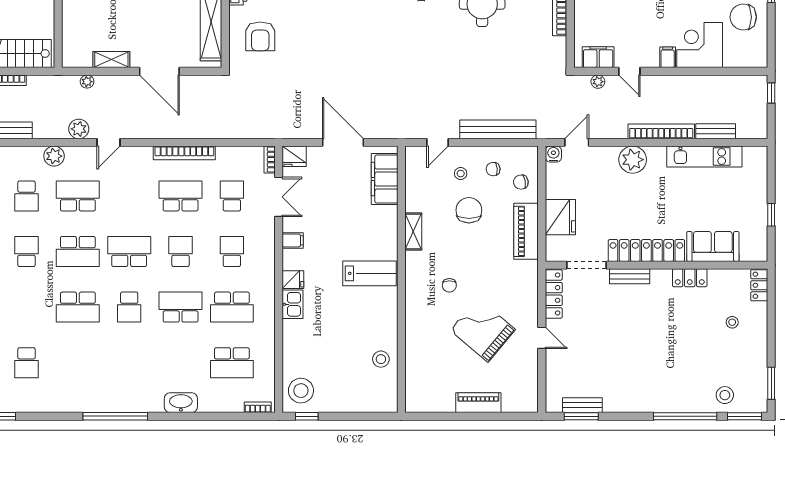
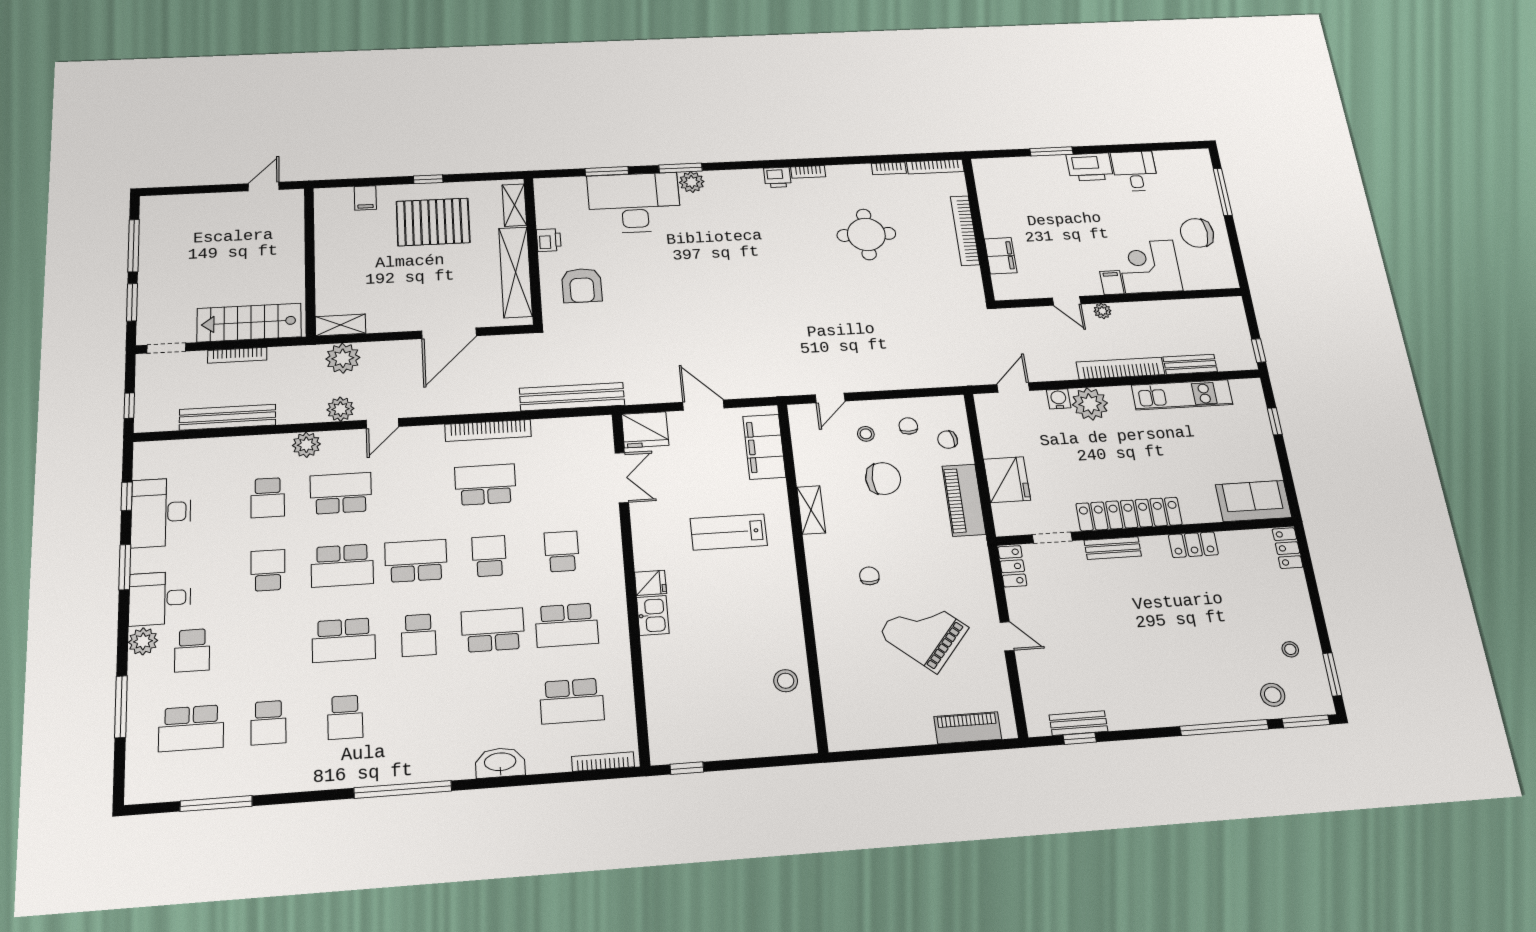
filing cabinet: (598, 57) -> (1001, 256), moved, turned 90
shelving: (111, 60) -> (341, 325), moved
door: (159, 71) -> (449, 333), hinge flipped
plant: (87, 82) -> (343, 358), width x1.88, depth x1.88
plant: (598, 82) -> (1102, 311), moved
window: (771, 93) -> (1259, 350), moved
bench: (498, 129) -> (572, 397), moved
door: (343, 142) -> (703, 405), width x0.73
water cooler: (553, 154) -> (1059, 399), moved
fridge: (294, 156) -> (645, 430), width x1.36, depth x1.34
bookcase: (270, 160) -> (606, 432), removed
chair: (493, 169) -> (908, 426), turned 95
school desk: (232, 196) -> (345, 717), moved, turned 180
chair: (469, 210) -> (883, 479), turned 90
window: (771, 215) -> (1275, 421), moved
filing cabinet: (293, 240) -> (646, 532), removed
sofa: (713, 246) -> (1254, 501), moved
doorway: (586, 265) -> (1052, 538), width x0.73
lab bench: (369, 273) -> (729, 532), moved, turned 180
chair: (449, 285) -> (869, 576), turned 180
locker: (554, 294) -> (1012, 566), width x0.66
stool: (732, 322) -> (1290, 649), moved
stool: (301, 391) -> (675, 733), removed
piano: (478, 403) -> (968, 728), moved
bookcase: (258, 407) -> (603, 762), width x1.56
window: (581, 416) -> (1080, 738), width x0.67

